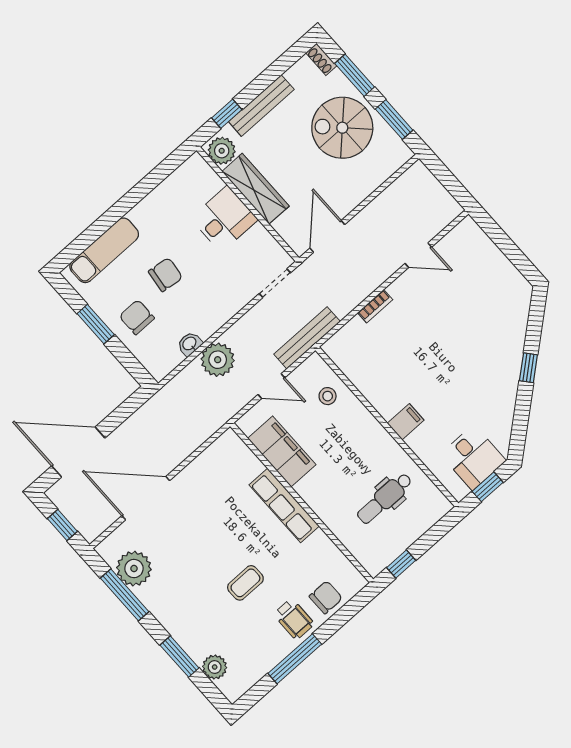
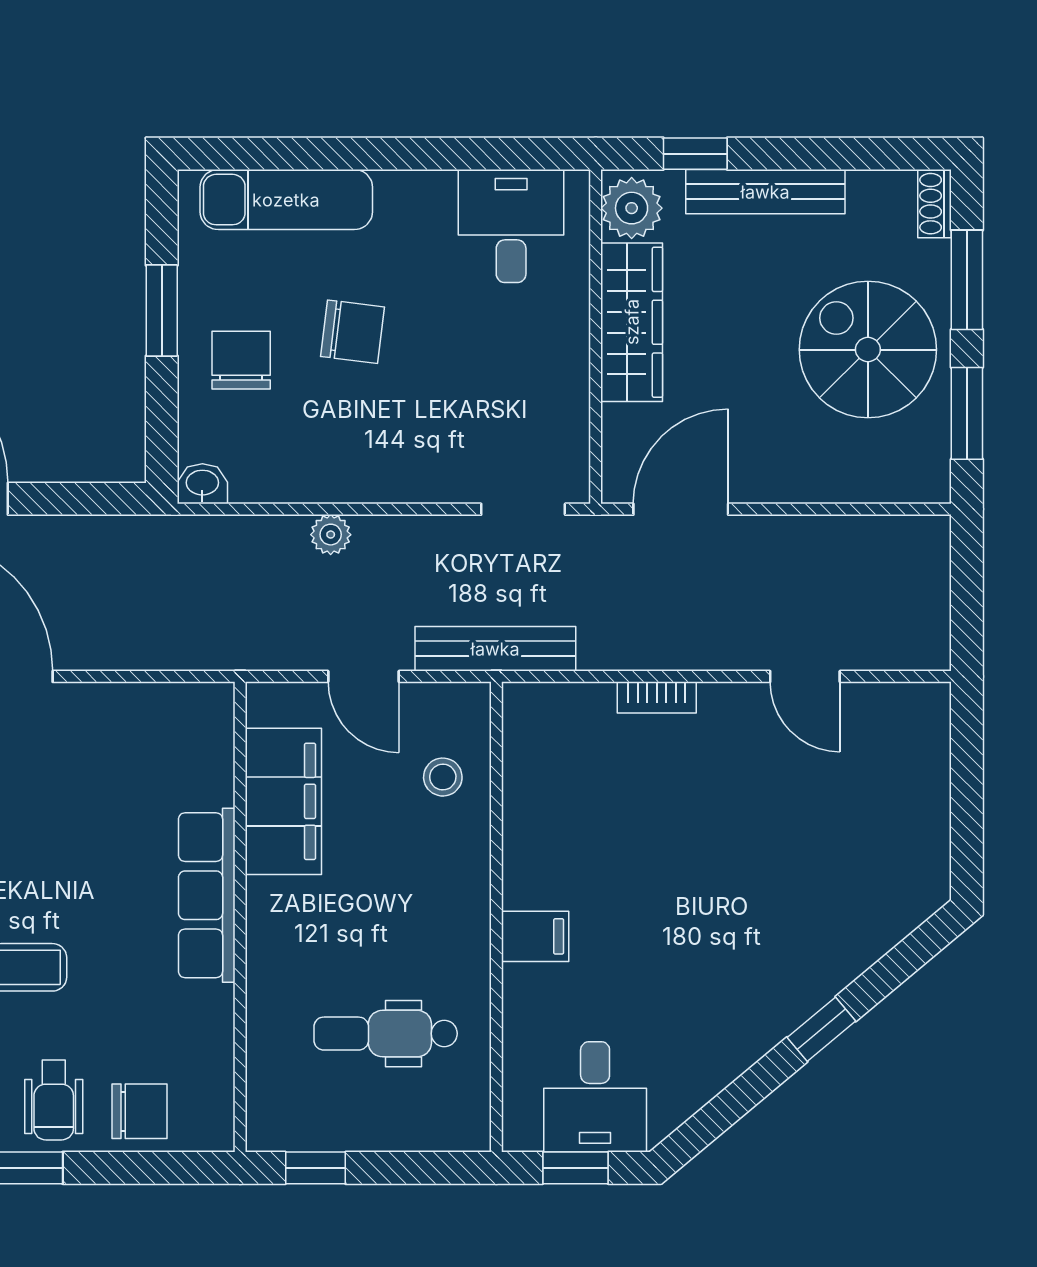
desk: (224, 219) -> (511, 226), moved, turned -90
washbasin: (190, 344) -> (202, 484), moved
plant: (218, 360) -> (331, 535), width x0.53, depth x0.53

